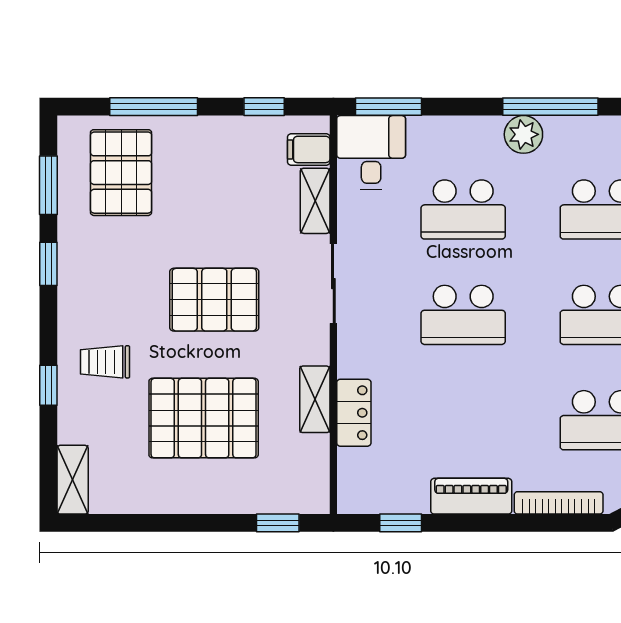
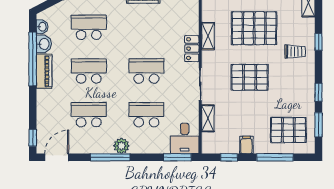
filing cabinet: (309, 149) -> (246, 145), moved, turned -90
pallet: (121, 173) -> (288, 130), turned 90
locker: (354, 413) -> (192, 49), moved

